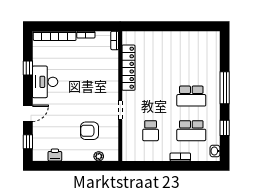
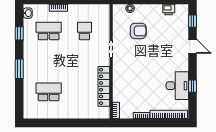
desk: (45, 82) -> (177, 86), moved
window: (225, 88) -> (19, 69), width x0.69
school desk: (191, 96) -> (49, 92), moved
door: (28, 113) -> (192, 46), swing flipped

